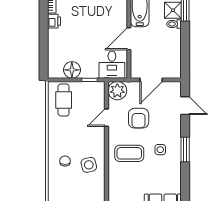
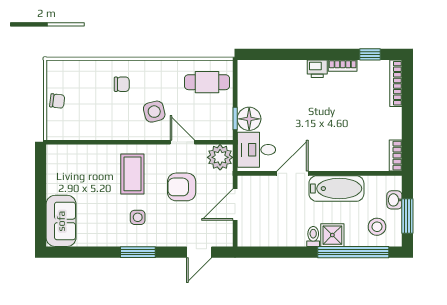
door: (129, 39) -> (293, 173), hinge flipped
floor lamp: (72, 70) -> (249, 119), moved
door: (151, 80) -> (235, 205), hinge flipped
side table: (89, 165) -> (154, 112), moved

